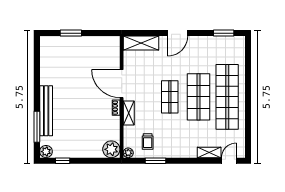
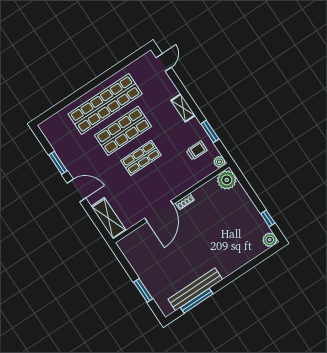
window: (224, 33) -> (58, 163), moved
bench: (46, 111) -> (195, 289), moved
shelving: (129, 113) -> (182, 186), removed
window: (37, 127) -> (197, 301), moved
shelving: (209, 152) -> (183, 108), moved
door: (229, 161) -> (164, 62), swing flipped

